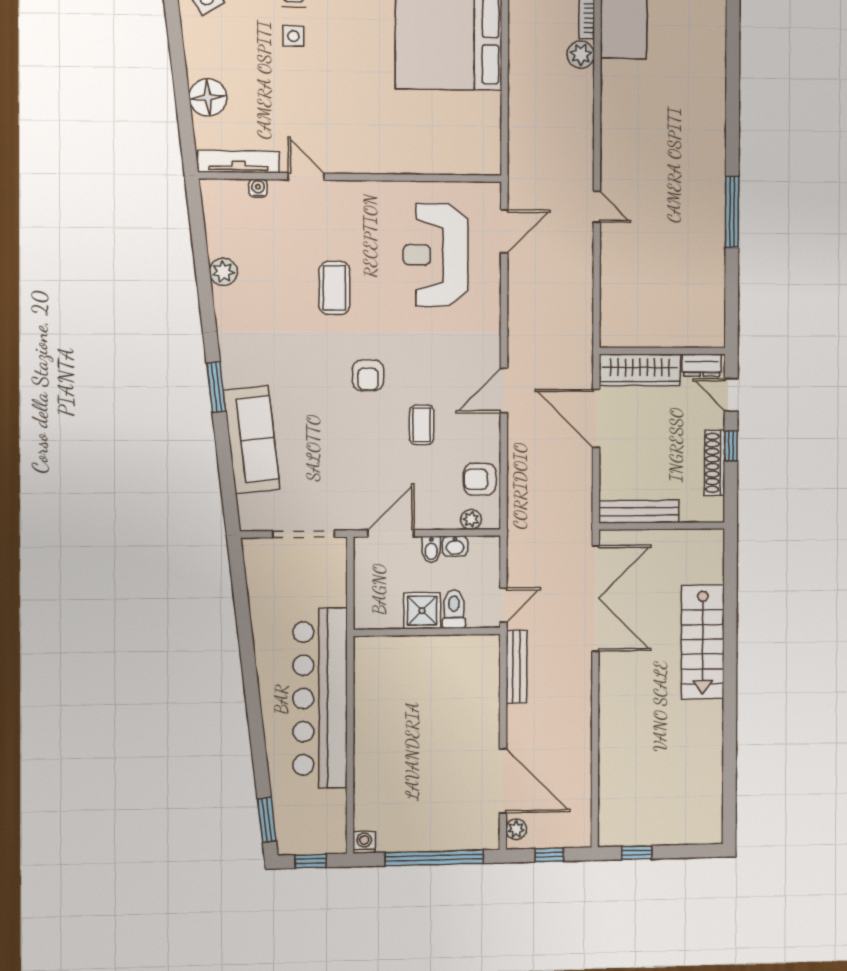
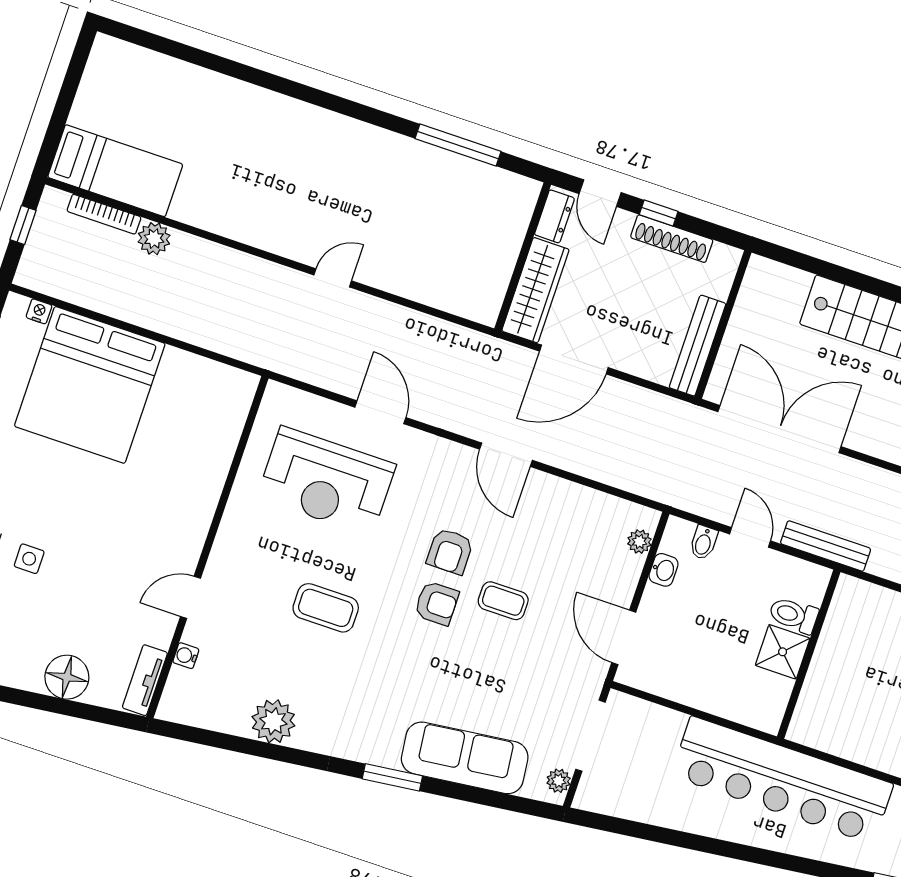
tv unit: (239, 162) -> (145, 680), width x0.71
window: (732, 212) -> (458, 145), moved
door: (504, 231) -> (380, 412), moved
plant: (223, 272) -> (273, 721), width x1.36, depth x1.36
door: (731, 395) -> (600, 193), hinge flipped
coffee table: (422, 425) -> (503, 601), moved
armchair: (480, 479) -> (450, 551), moved
plant: (259, 521) -> (559, 781), added
bidet: (431, 549) -> (704, 542), moved, turned 90
toilet: (454, 609) -> (794, 615), moved
shower: (422, 611) -> (783, 652), moved
wall: (427, 632) -> (809, 654), moved

